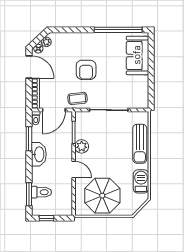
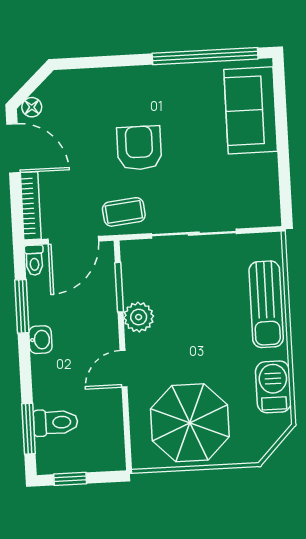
plant: (46, 42) -> (48, 91), removed
armchair: (86, 70) -> (139, 148), turned 180
washbasin: (39, 154) -> (40, 340), width x0.52, depth x0.69
door: (74, 169) -> (124, 369), swing flipped

